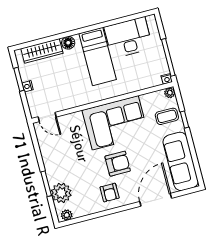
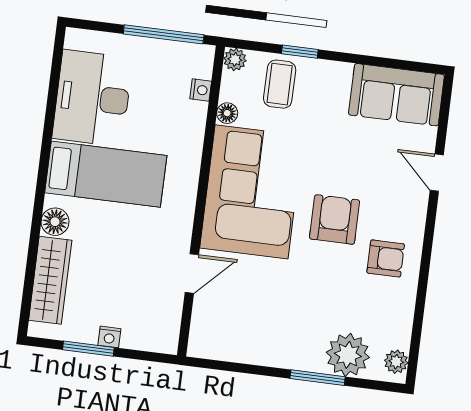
nightstand: (167, 79) -> (201, 90), moved
floor lamp: (145, 99) -> (227, 113), added
door: (47, 117) -> (192, 274), moved
sofa: (181, 161) -> (396, 95), width x0.73
door: (156, 200) -> (437, 173), width x0.53

